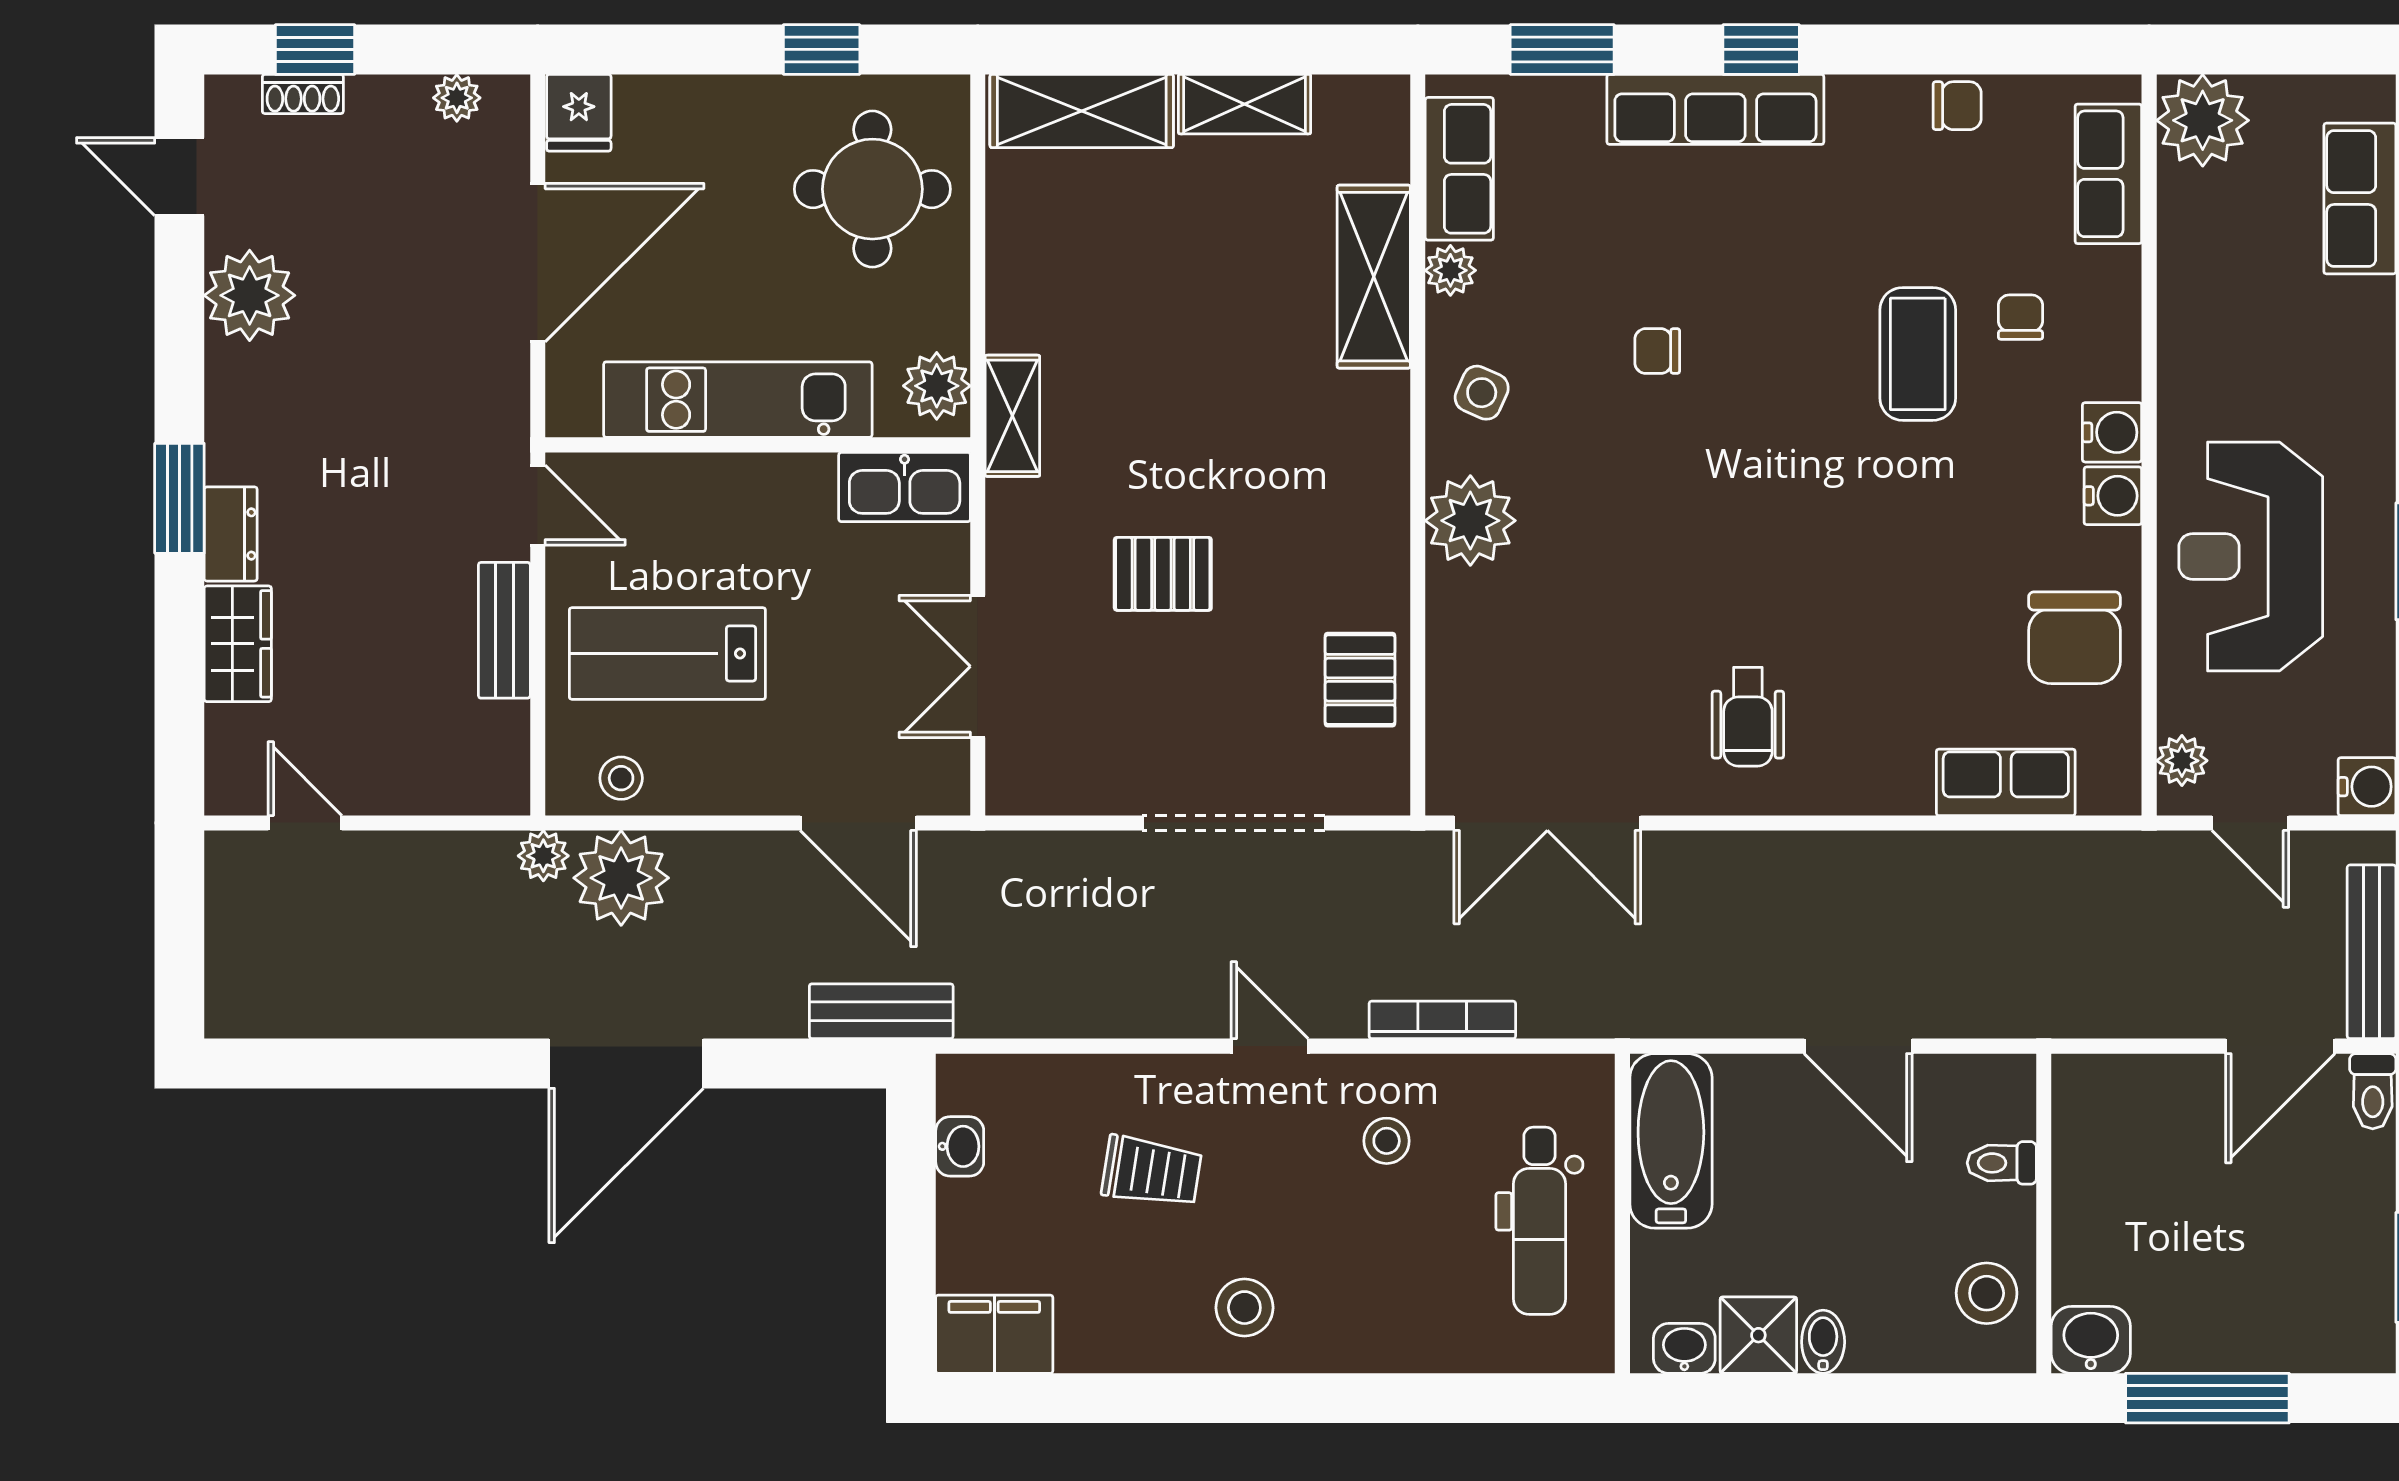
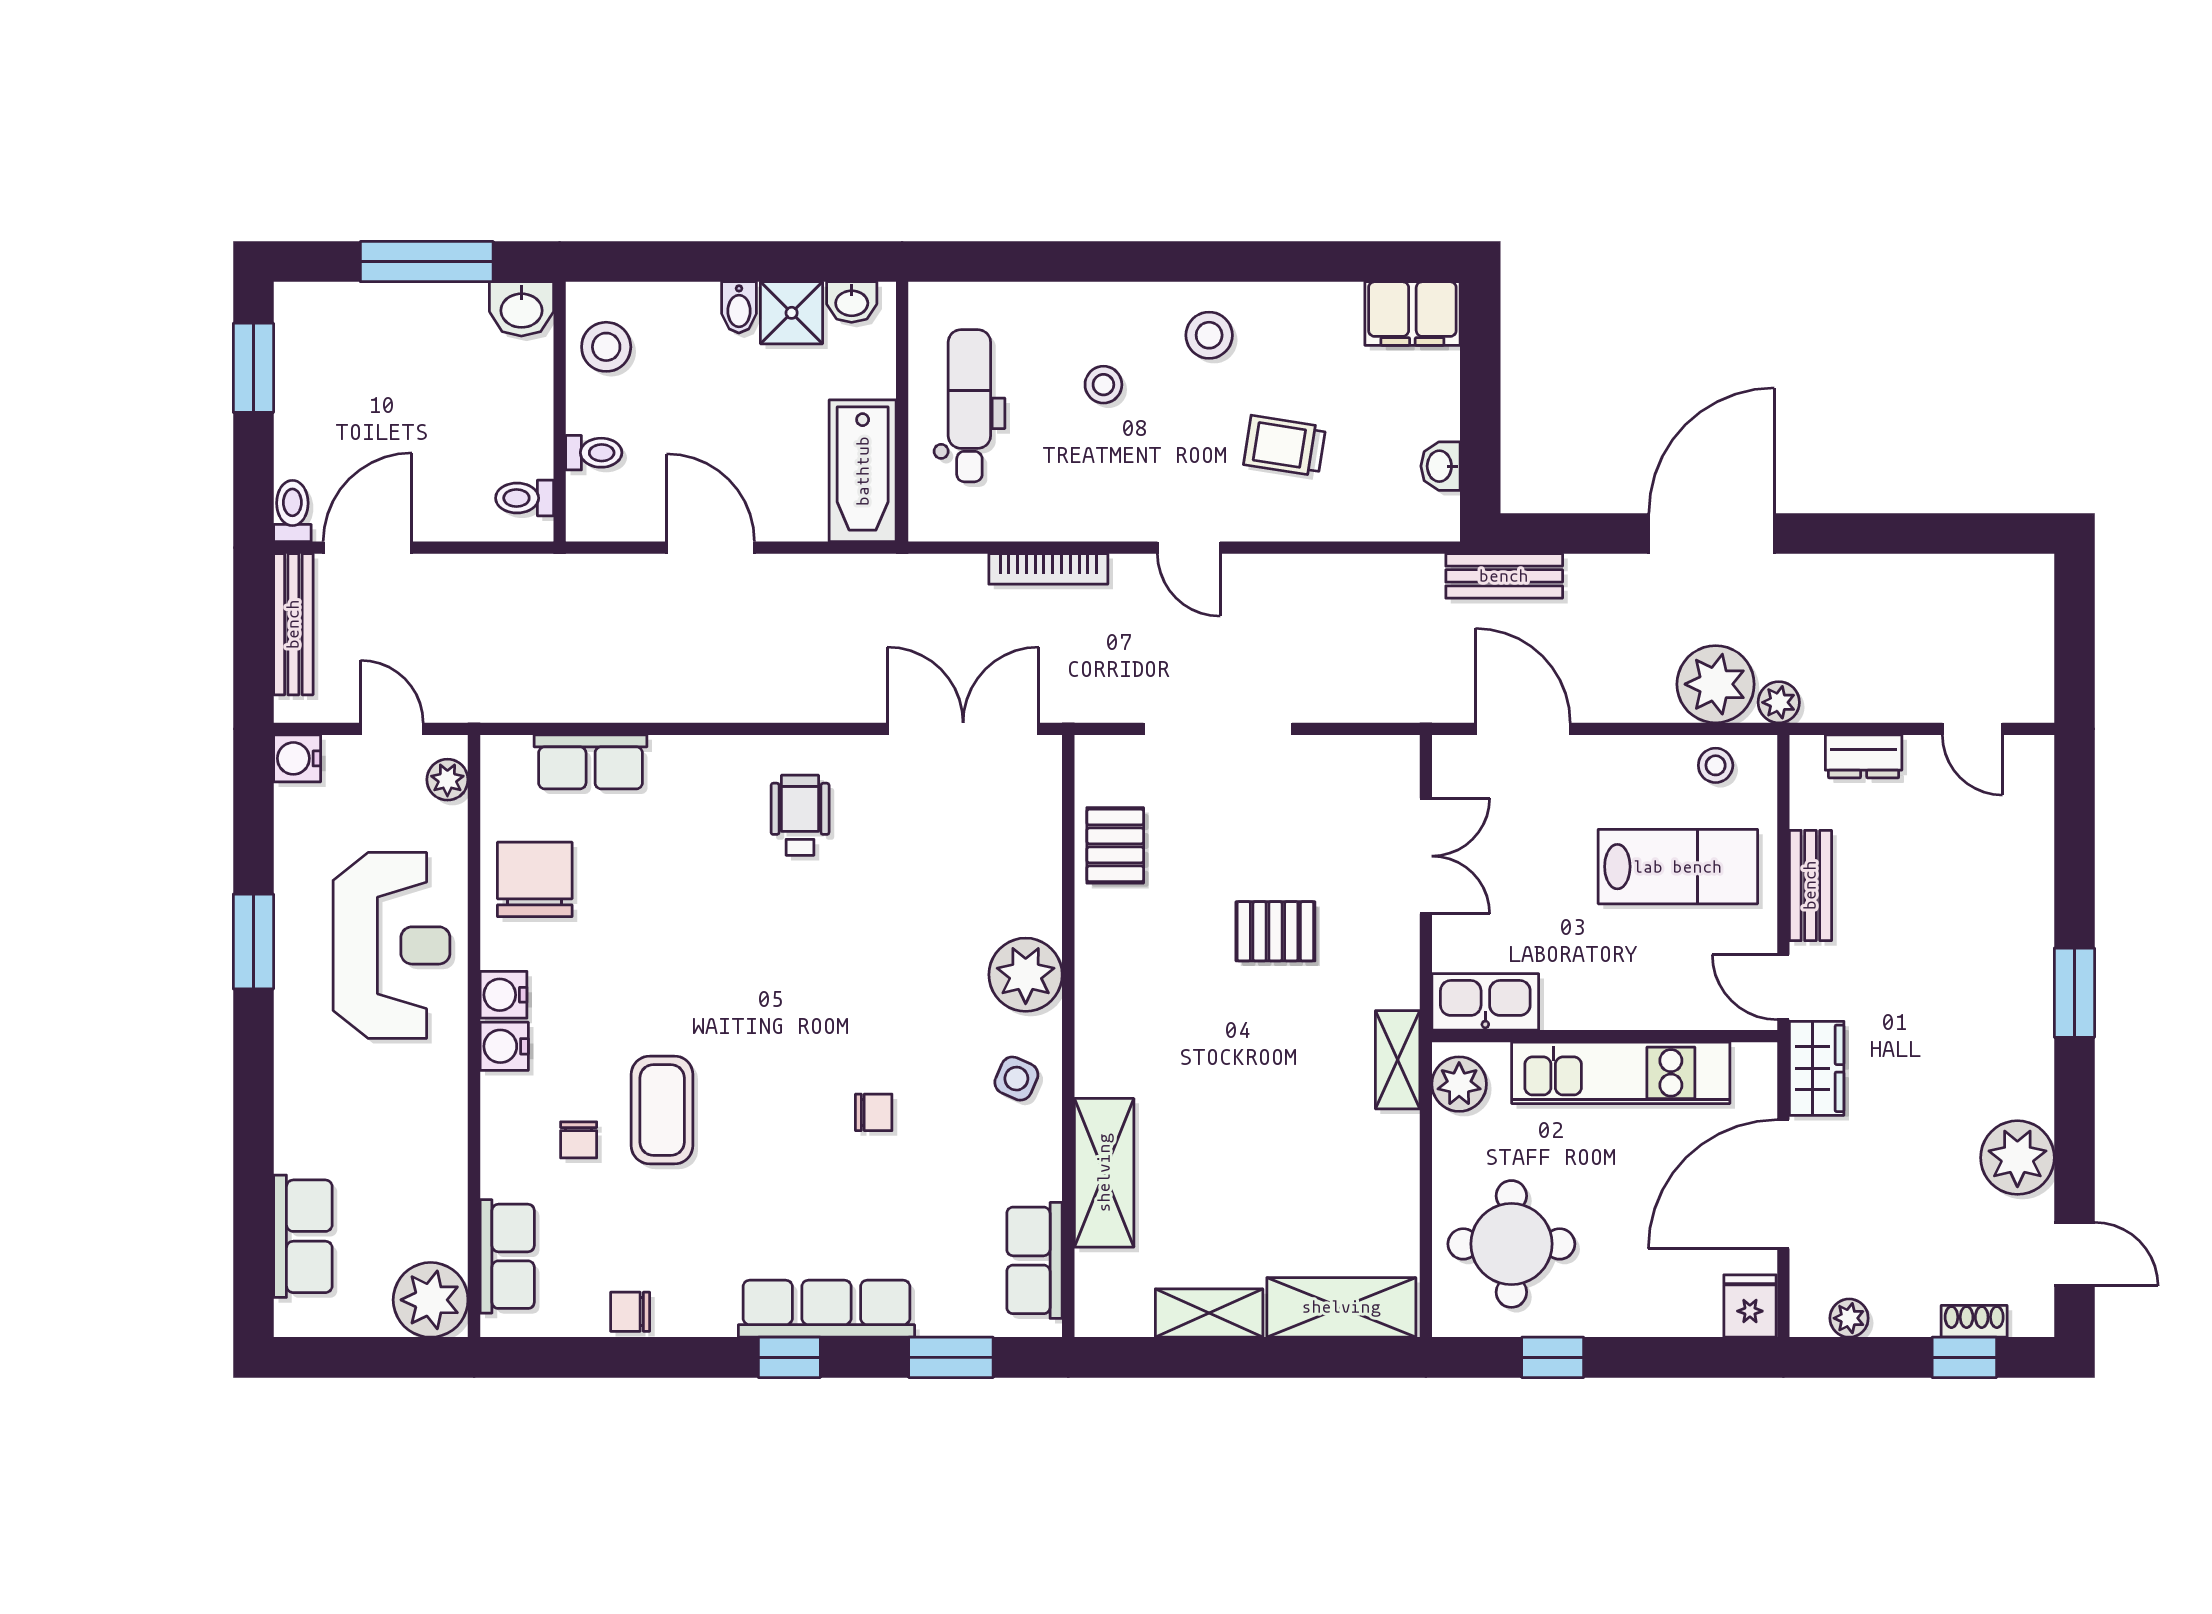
plant: (1450, 270) -> (1042, 1178), removed
dresser: (231, 534) -> (1864, 756), moved, turned -90
wardrobe: (238, 644) -> (1817, 1068), moved, turned 180
toilet: (2087, 1107) -> (525, 498), added
stool: (1387, 1141) -> (1103, 385), moved

